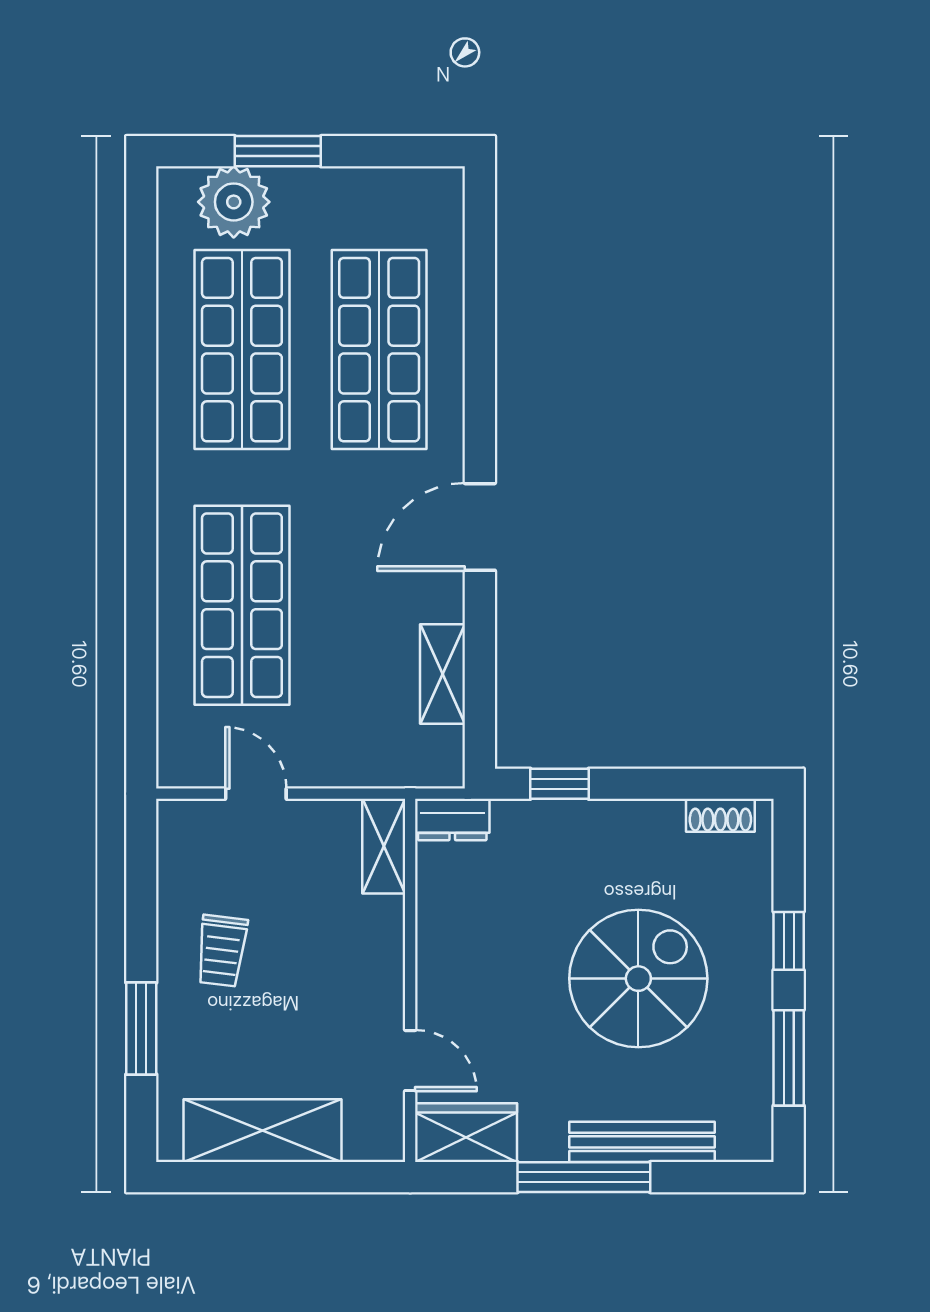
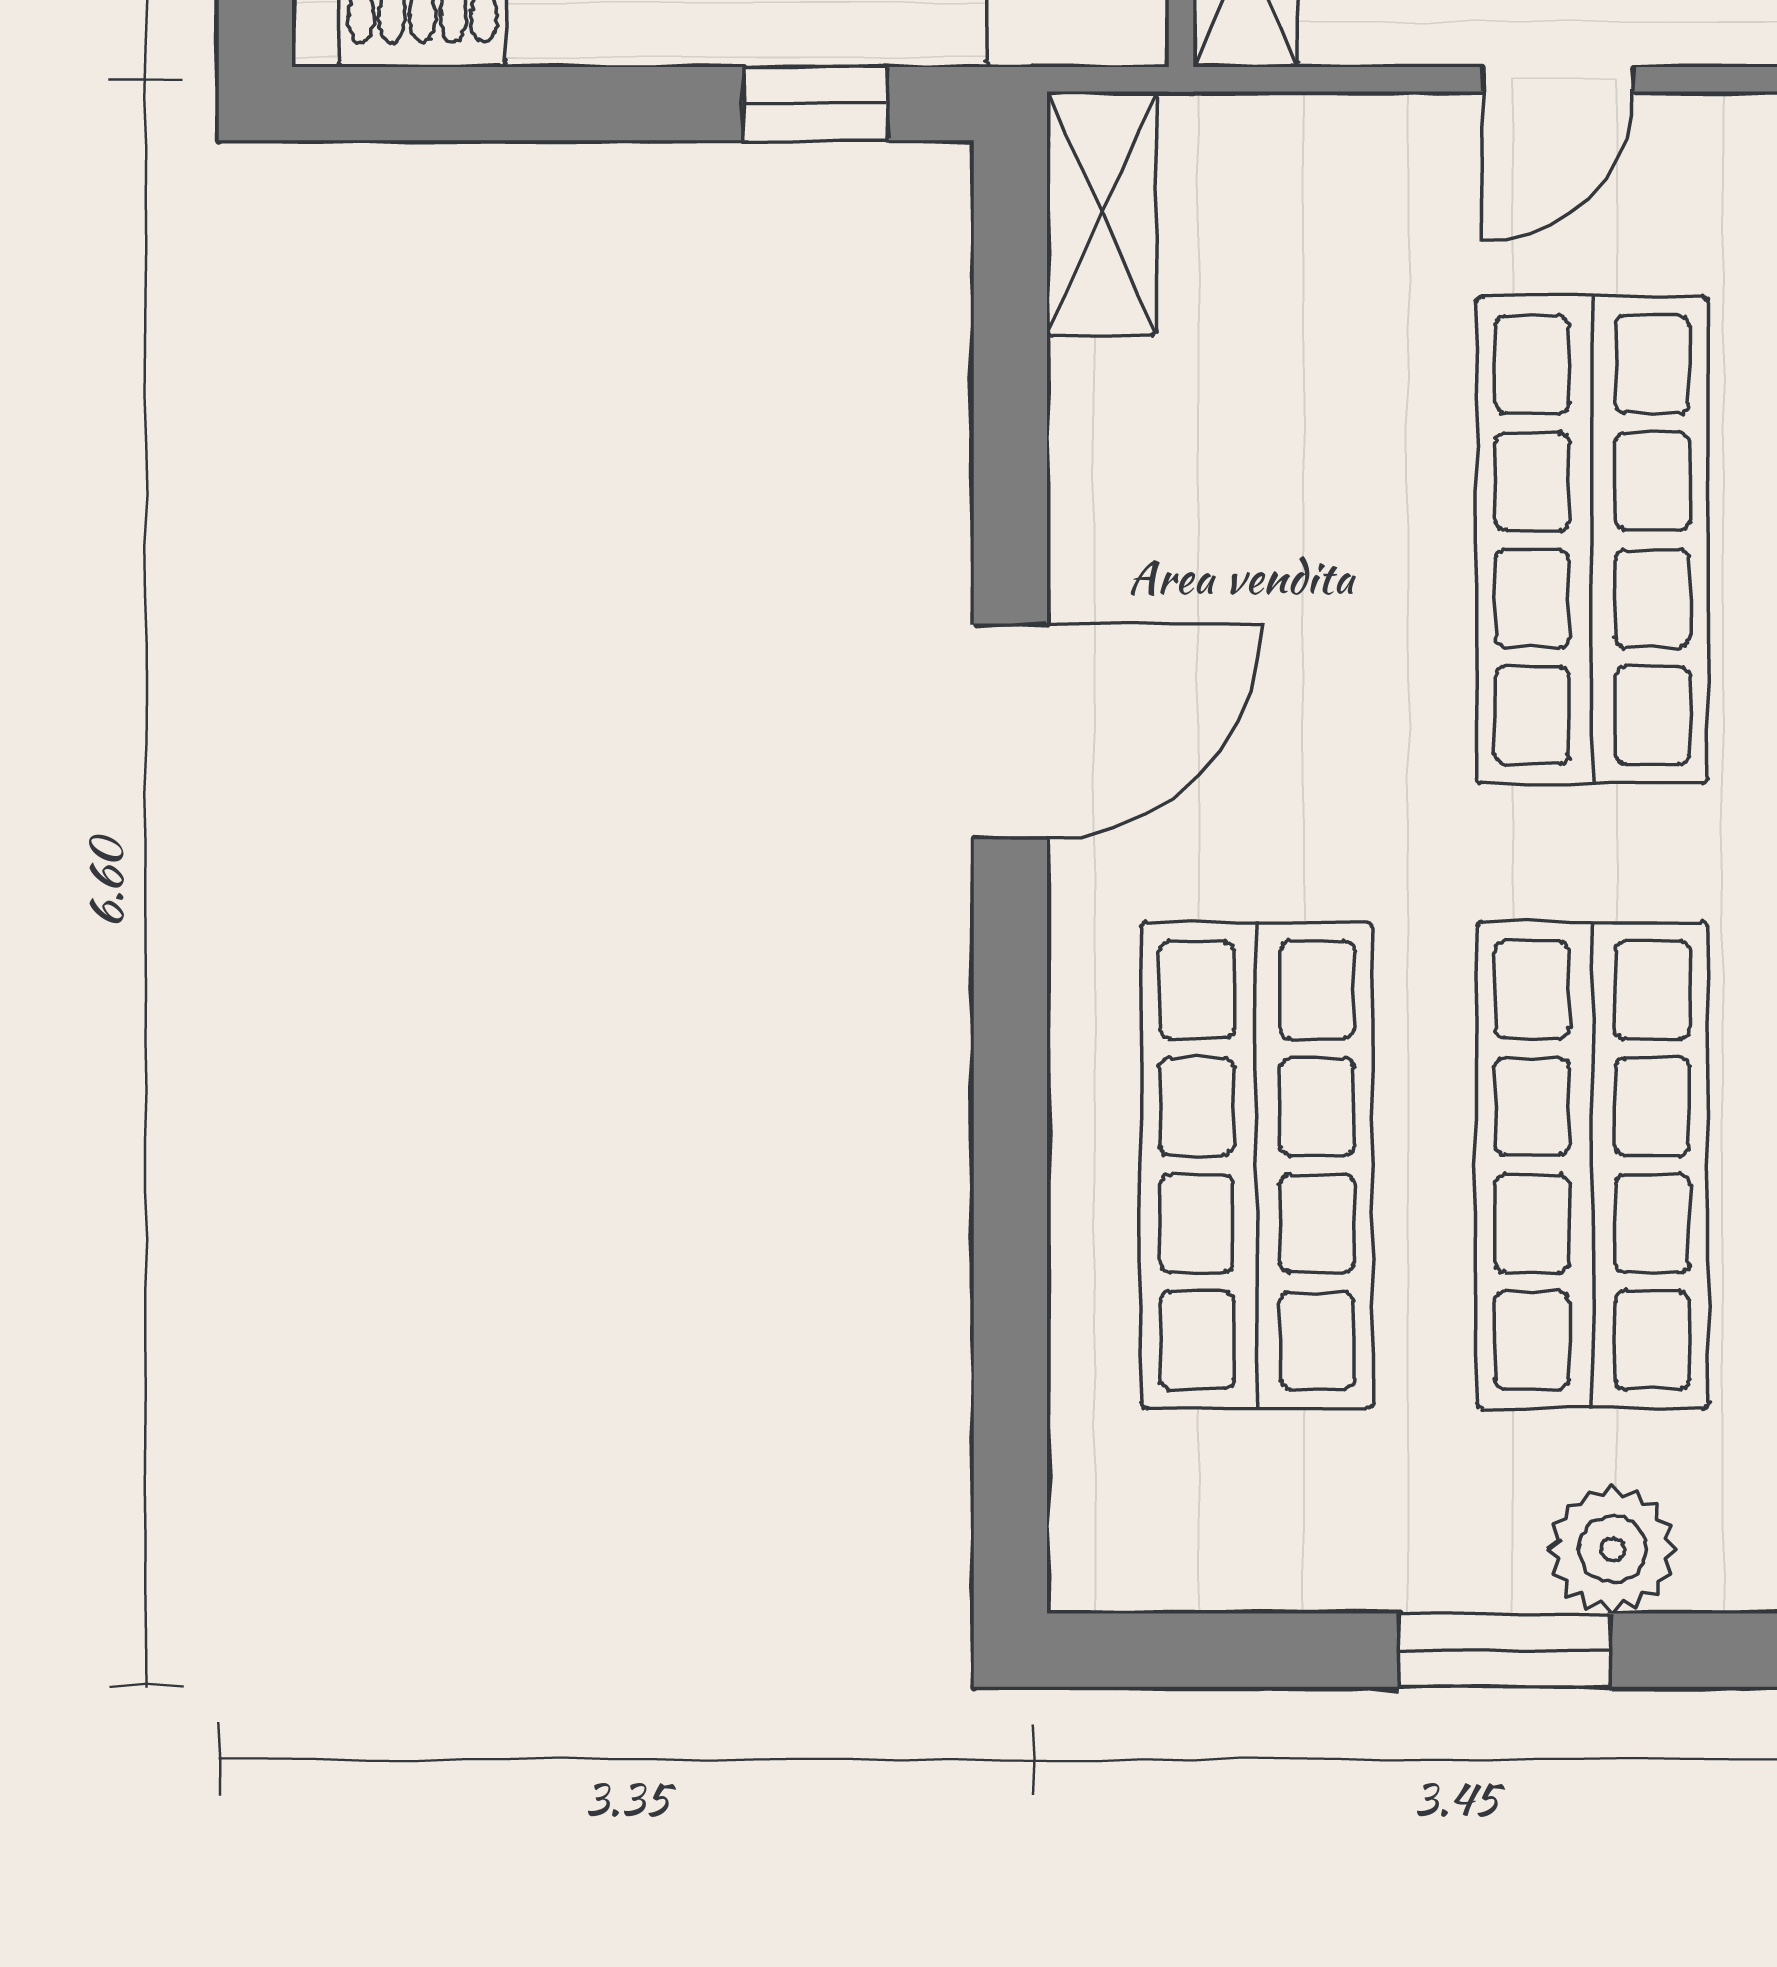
plant: (234, 202) -> (1612, 1549), width x0.73, depth x0.73
shelving: (442, 674) -> (1102, 213), moved
door: (256, 794) -> (1558, 79), hinge flipped

